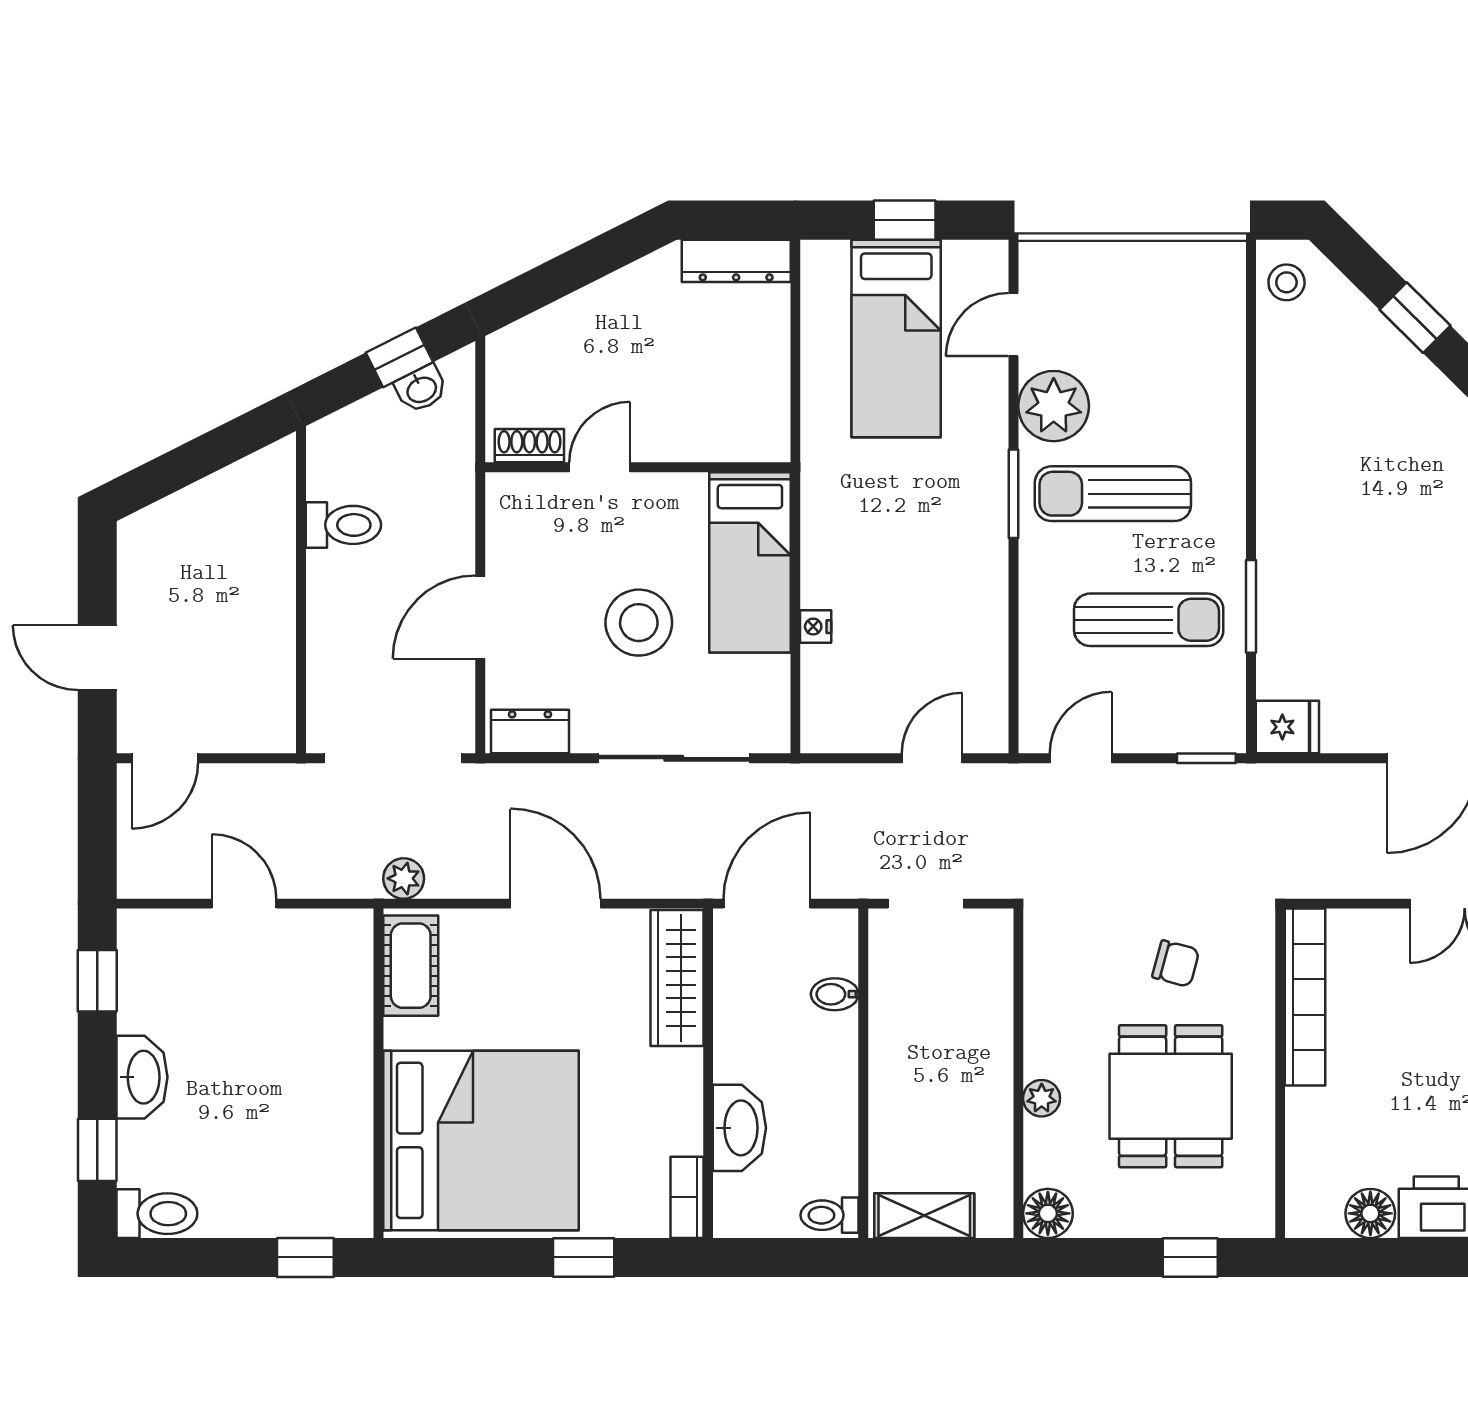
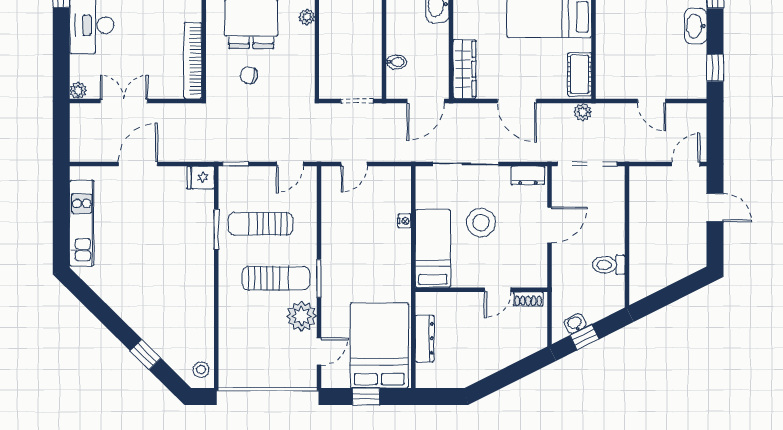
dresser: (736, 261) -> (425, 338), moved, turned 90
bed: (896, 338) -> (379, 345), width x1.50

